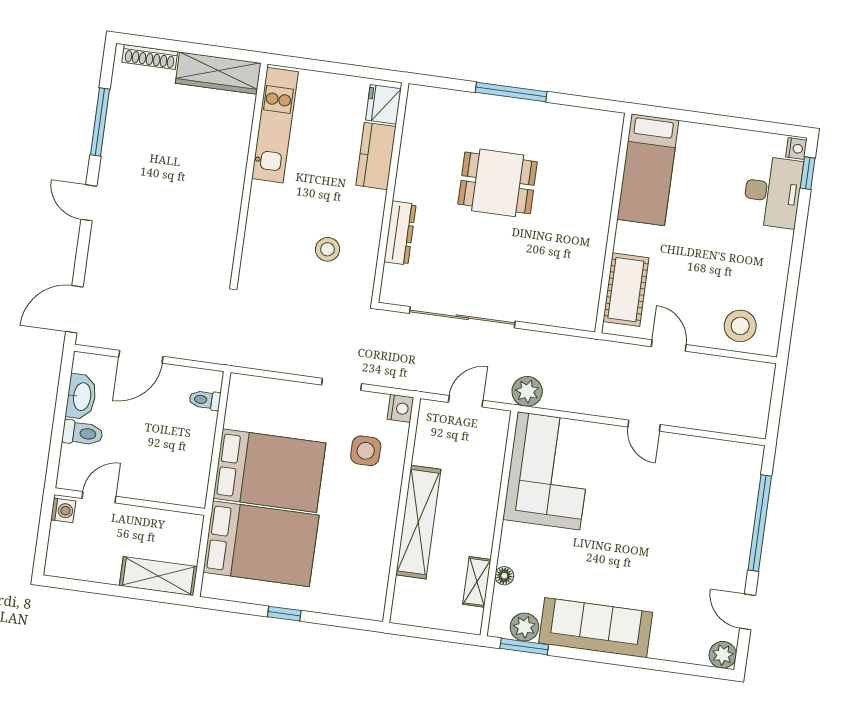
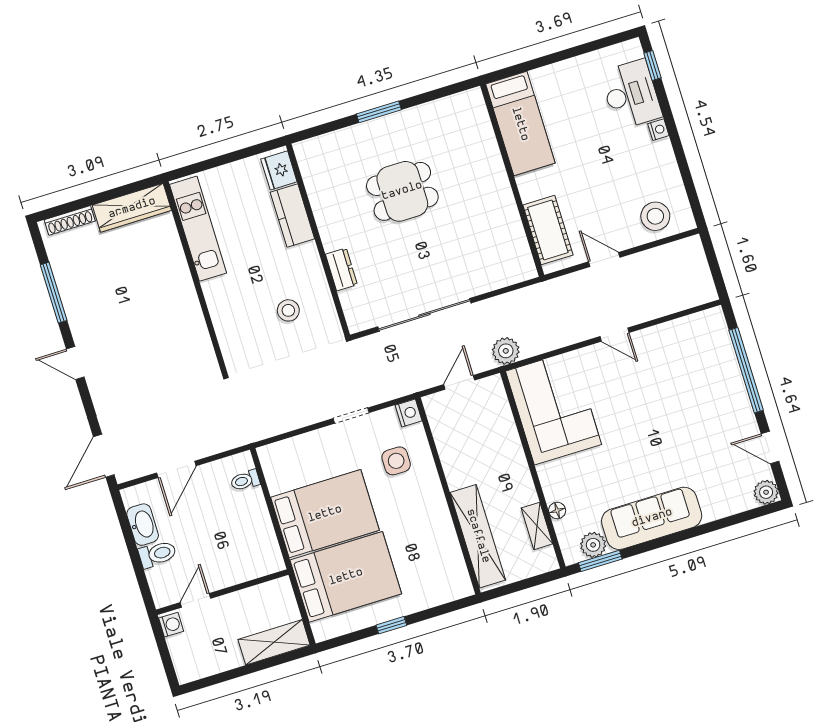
window: (511, 92) -> (379, 112), width x0.69
nightstand: (796, 149) -> (658, 130), moved
dresser: (400, 233) -> (341, 269), width x0.70
shelving: (418, 522) -> (478, 536), moved

